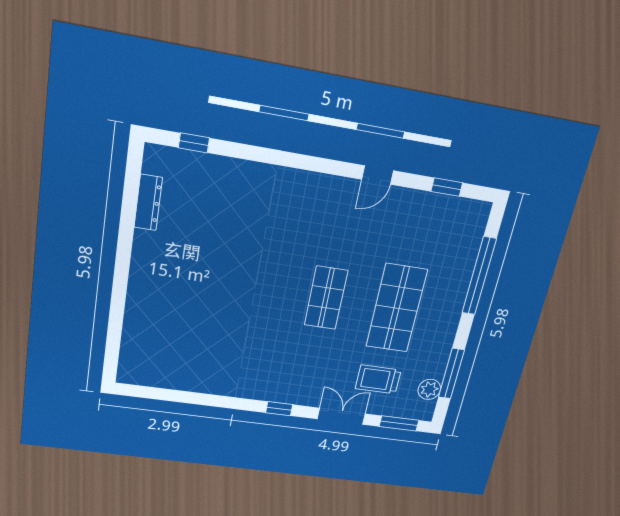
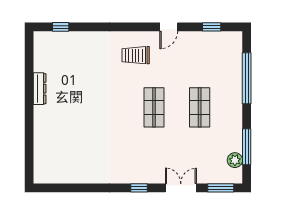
dresser: (148, 202) -> (40, 89), moved
shop shelf: (396, 308) -> (200, 107), width x0.70, depth x0.74
trolley: (378, 379) -> (136, 55), moved

